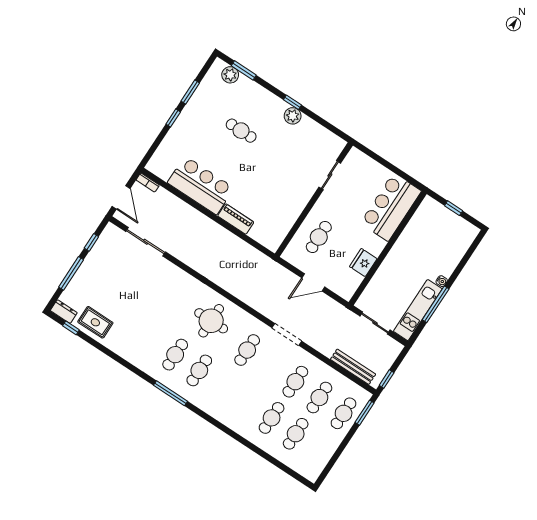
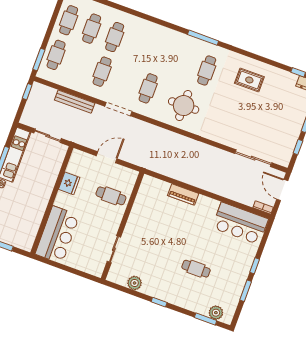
plant: (293, 116) -> (135, 283), moved
bar counter: (201, 185) -> (240, 223), moved
cafe table: (319, 237) -> (111, 196), turned 90
rug: (95, 322) -> (249, 80), moved
bench: (353, 367) -> (75, 102), moved
cafe table: (199, 370) -> (184, 62), removed
cafe table: (319, 398) -> (69, 20), moved

